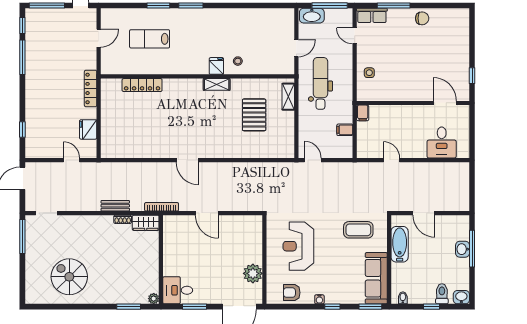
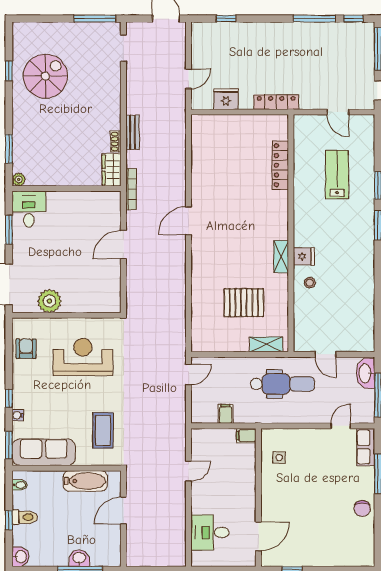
side table: (369, 73) -> (279, 458), moved
toilet: (442, 294) -> (25, 517), moved
water cooler: (319, 299) -> (18, 415), moved
window: (65, 307) -> (9, 71), added

